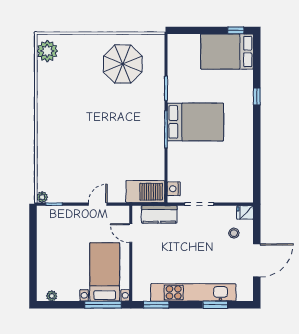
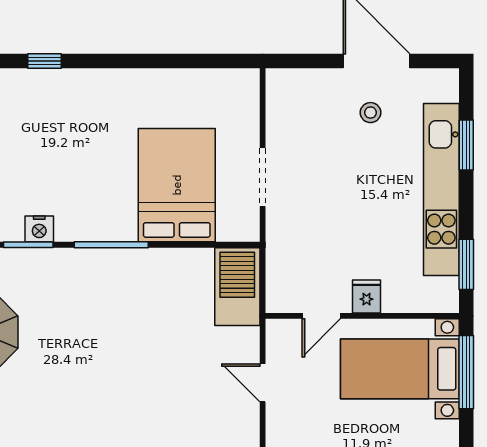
bed: (195, 122) -> (177, 185), moved
nightstand: (174, 189) -> (39, 229), moved
fridge: (245, 212) -> (367, 296), moved, turned 180
kitchen counter: (159, 214) -> (283, 258), removed
stool: (234, 233) -> (370, 113), moved

